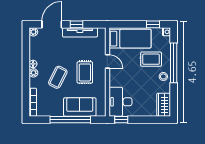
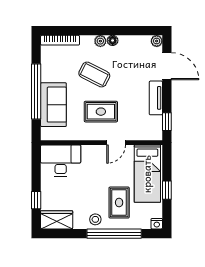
window: (76, 24) -> (167, 122), moved
window: (153, 24) -> (167, 190), moved
tv unit: (80, 32) -> (156, 98), width x0.71
window: (121, 120) -> (36, 200), moved

